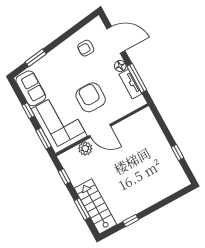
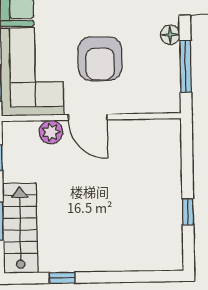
tv unit: (130, 84) -> (171, 70), removed
armchair: (91, 97) -> (100, 59), turned 180

